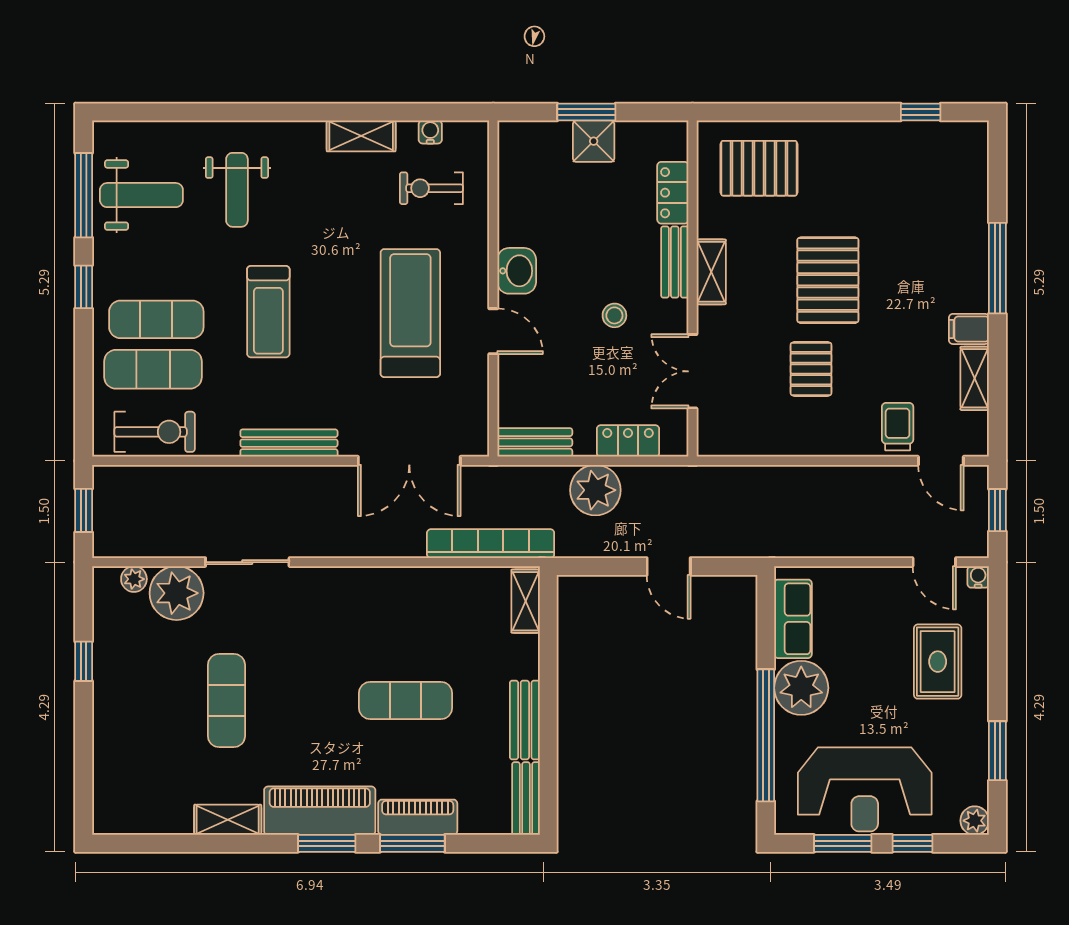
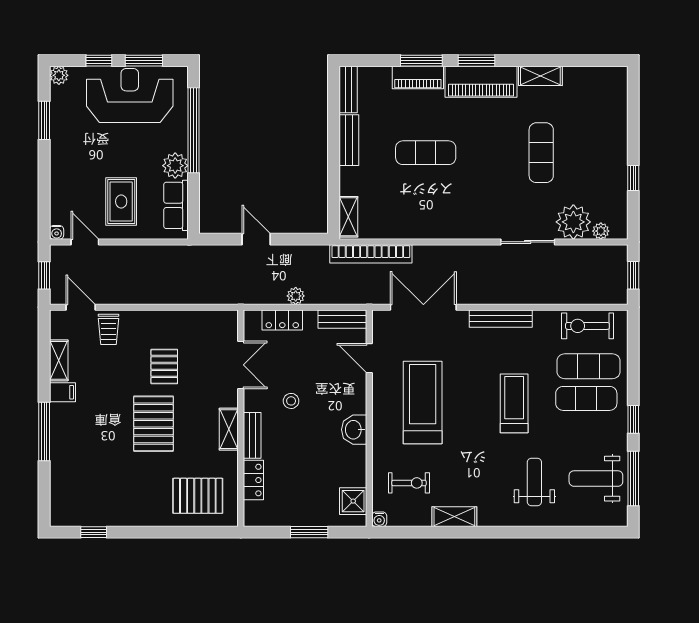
water cooler: (430, 132) -> (379, 519), moved
shower: (594, 141) -> (353, 501), moved
treadmill: (410, 313) -> (423, 402), turned 180
door: (493, 331) -> (369, 358), moved
plant: (595, 490) -> (296, 296), width x0.53, depth x0.53
rug: (938, 662) -> (121, 201), moved
plant: (801, 688) -> (175, 166), width x0.73, depth x0.73

